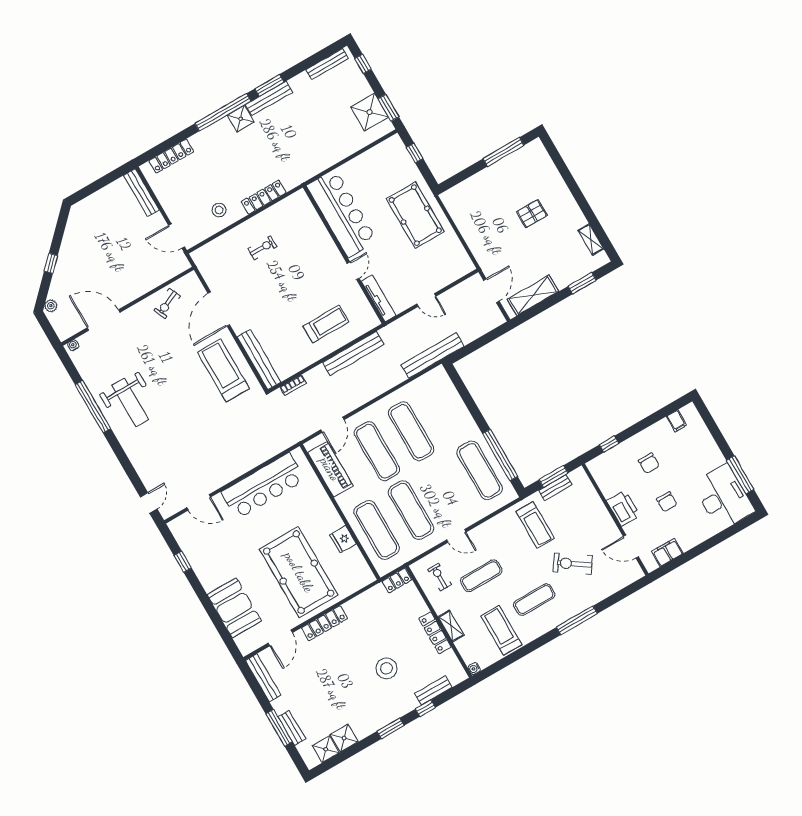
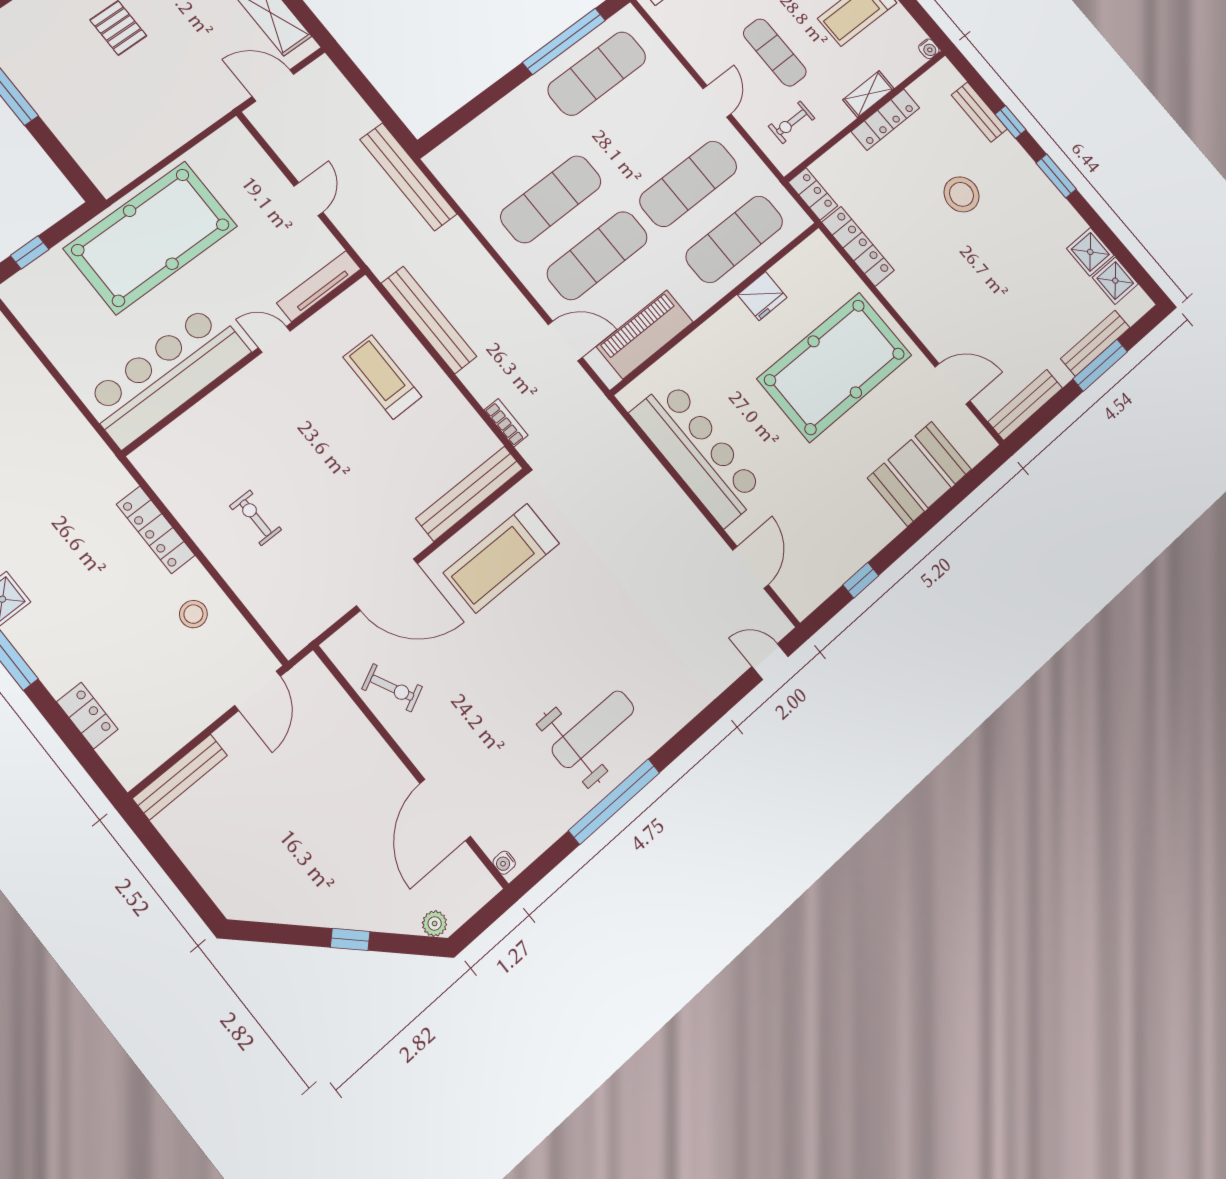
locker: (171, 156) -> (87, 716), width x0.66
pool table: (415, 215) -> (151, 237), width x1.36, depth x1.32
locker: (324, 623) -> (858, 246), moved
bench: (292, 728) -> (1095, 343), width x1.36

